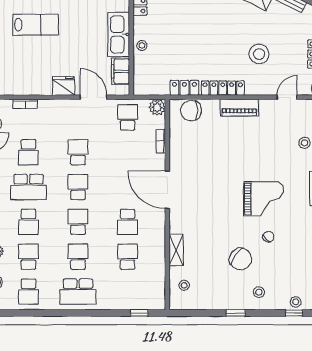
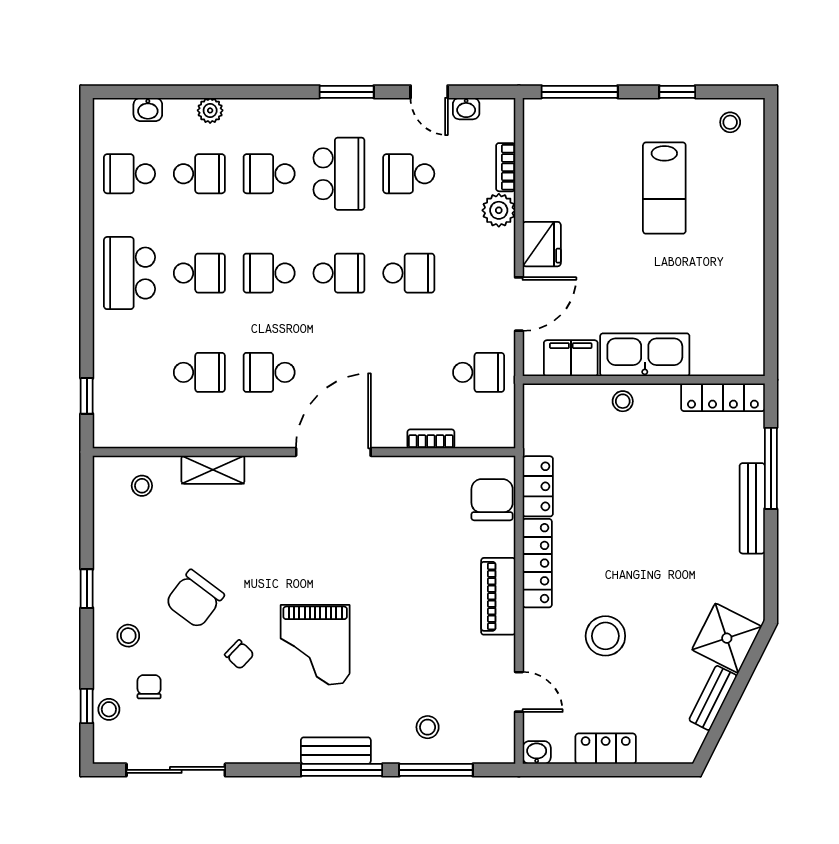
plant: (157, 107) -> (499, 210), moved
school desk: (28, 187) -> (339, 174), turned 180
school desk: (78, 222) -> (269, 273), turned 180
chair: (284, 282) -> (149, 687), added

